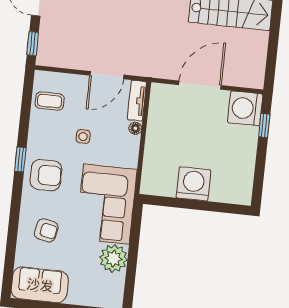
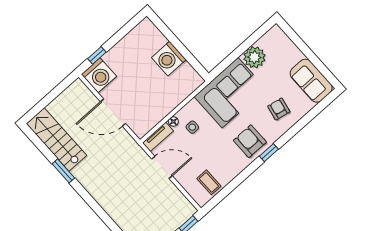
side table: (83, 137) -> (192, 127), moved
window: (20, 159) -> (269, 153), moved

